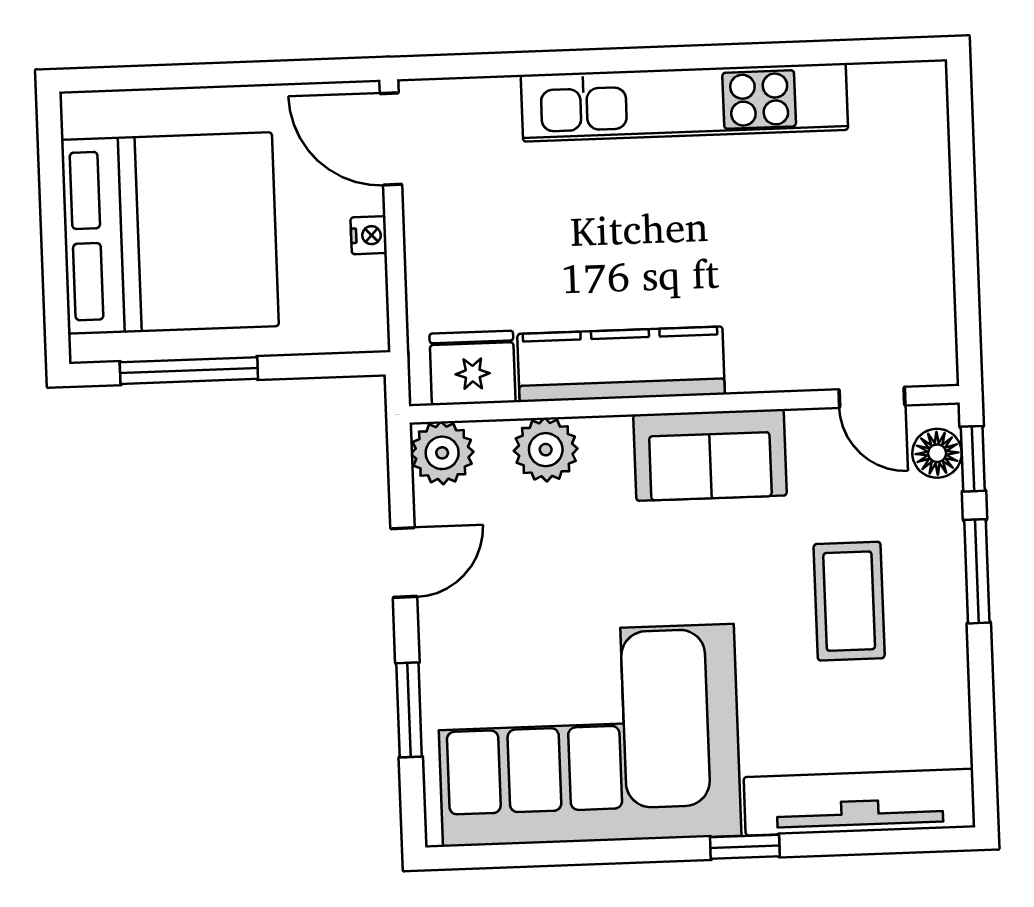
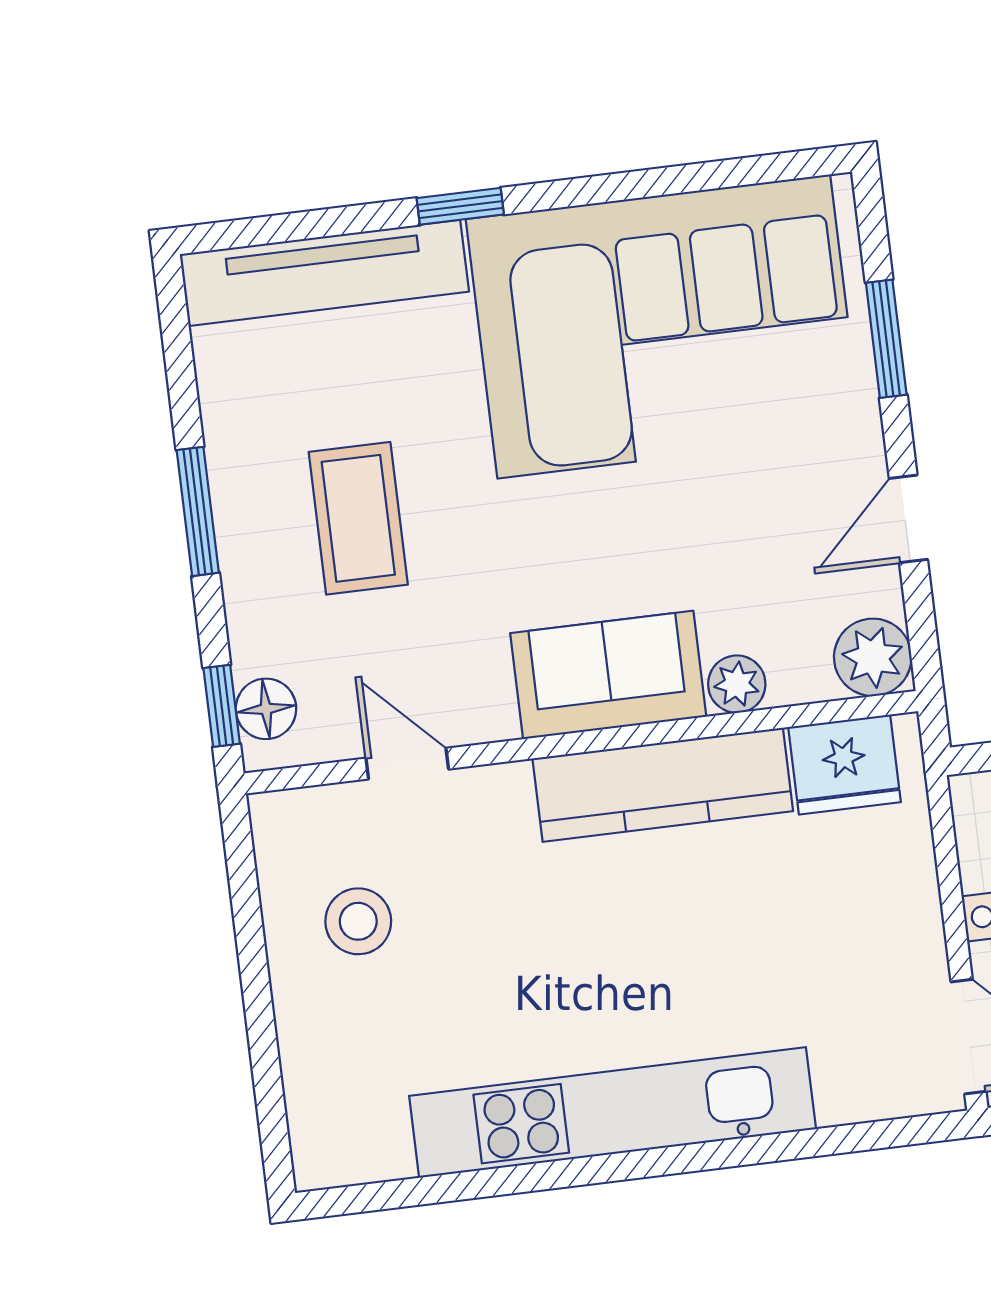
stool: (877, 275) -> (358, 921), added
door: (872, 397) -> (407, 764), moved
plant: (546, 450) -> (737, 684), width x0.73, depth x0.73
sofa: (710, 455) -> (608, 675), moved
window: (977, 571) -> (198, 511), moved

